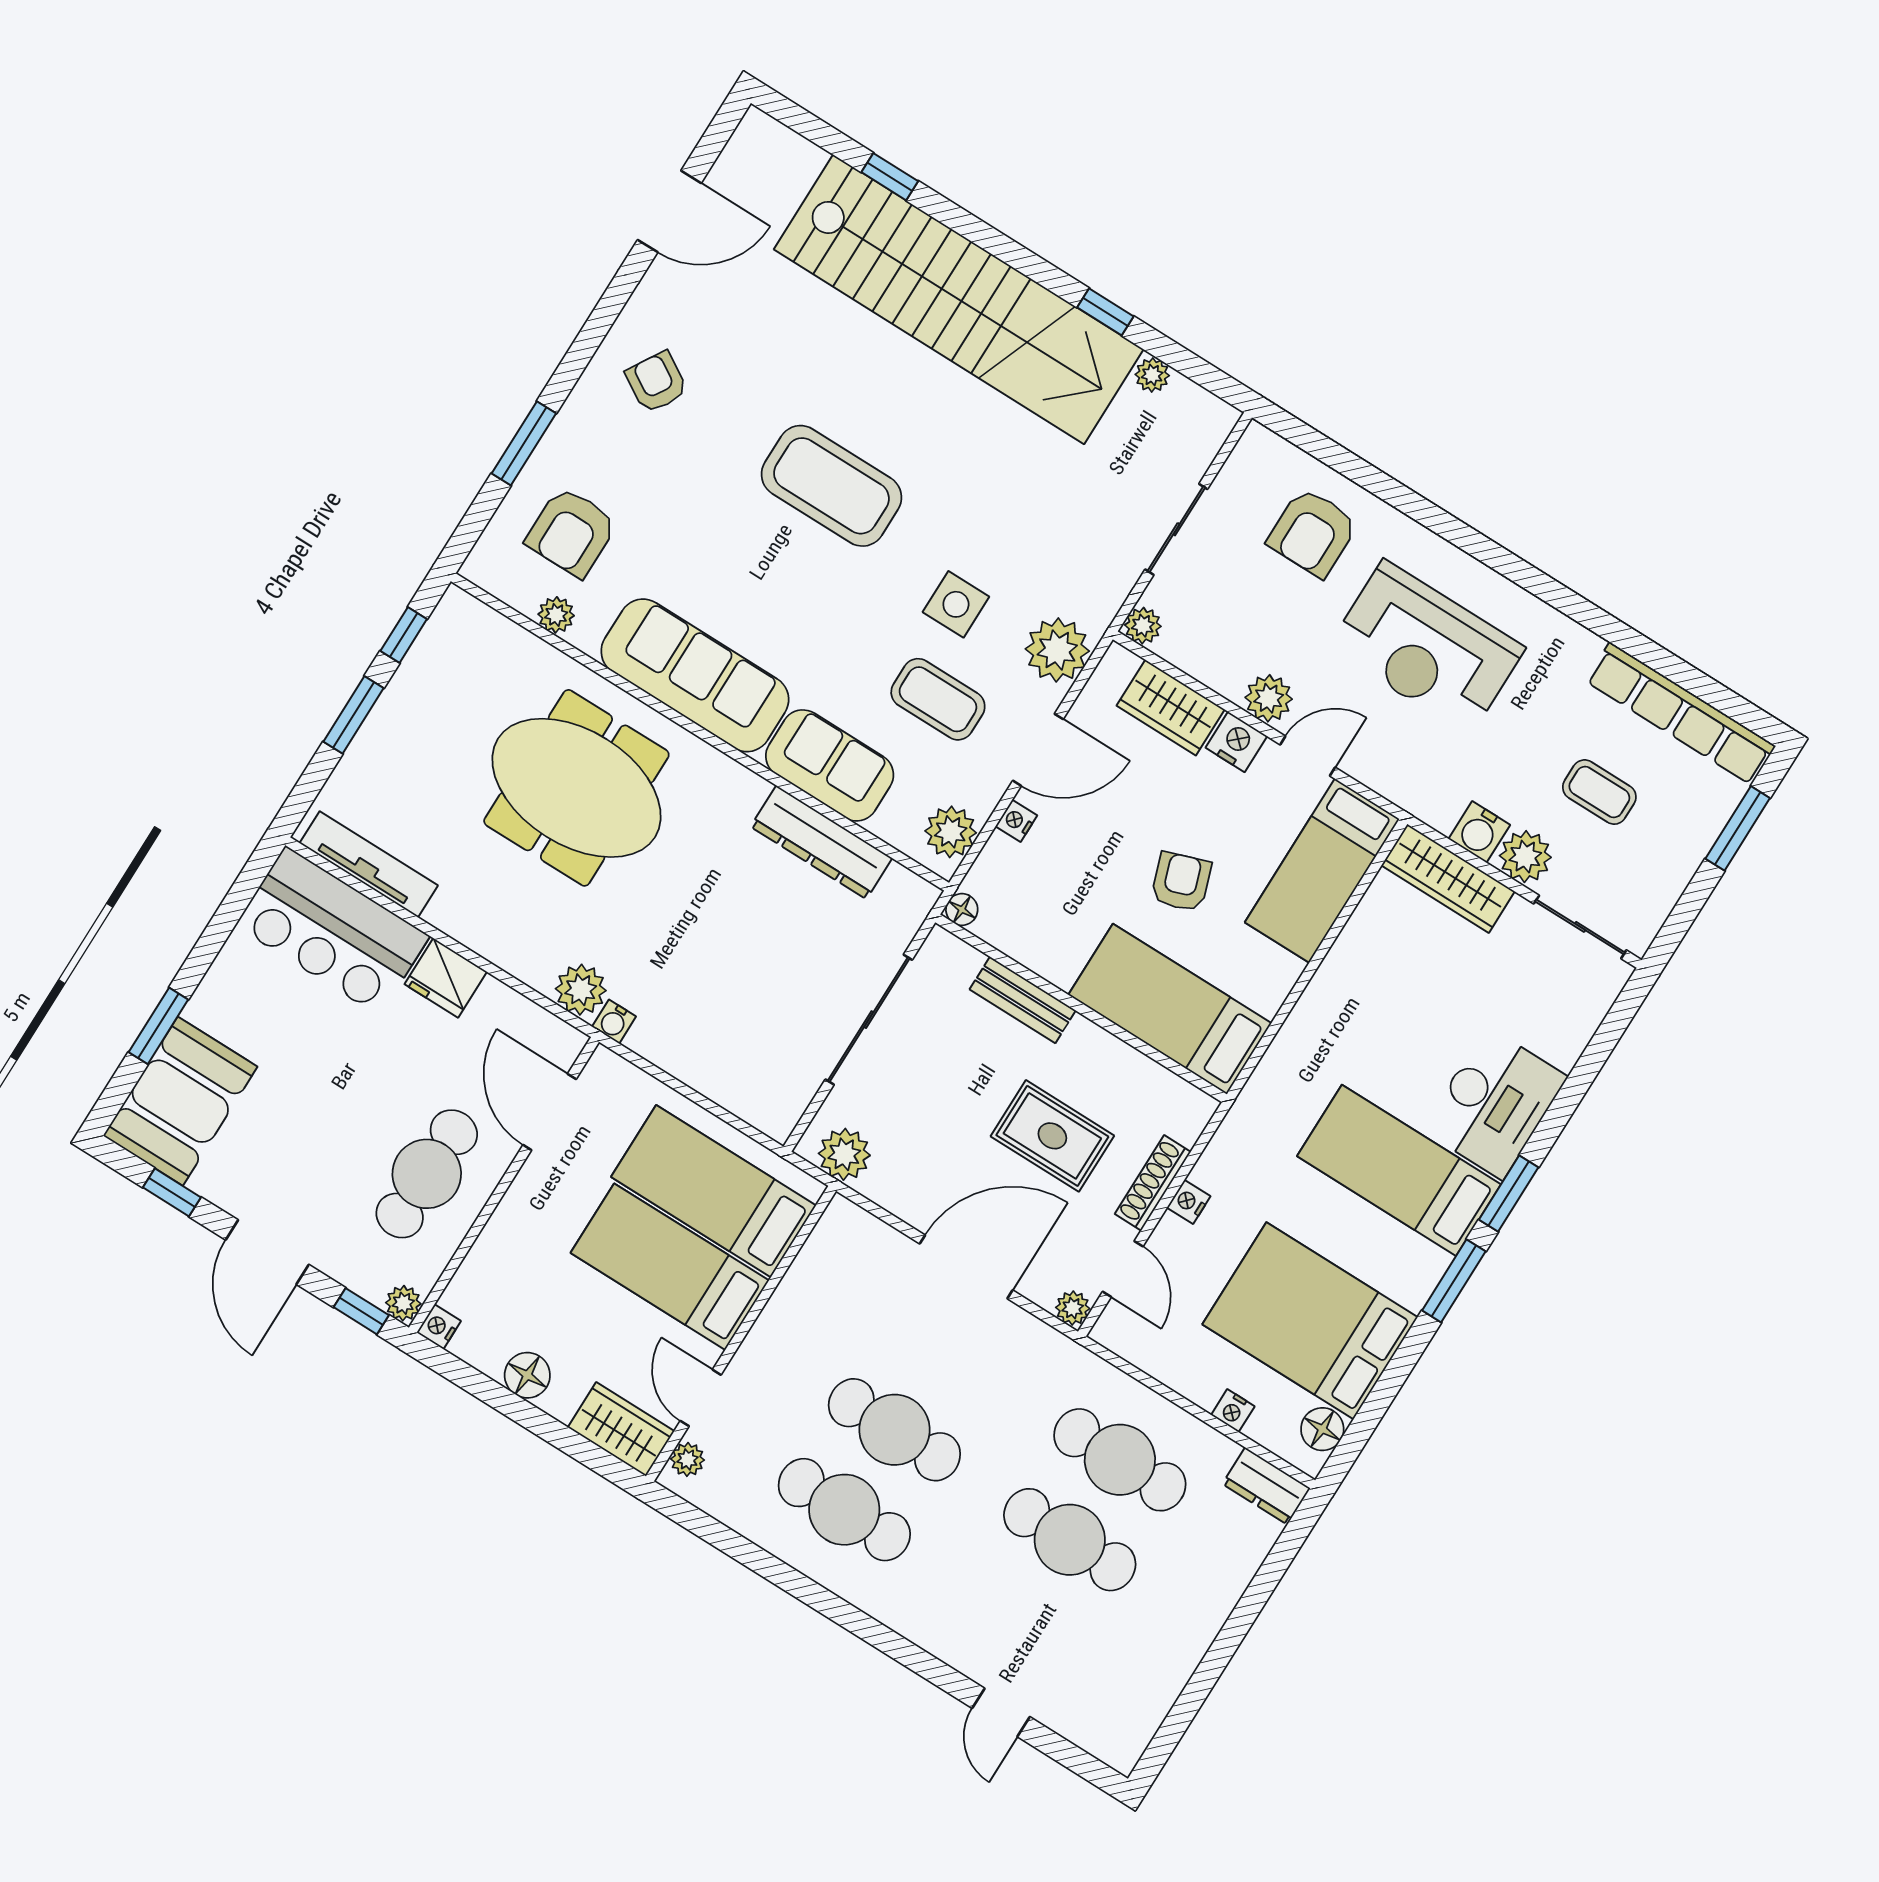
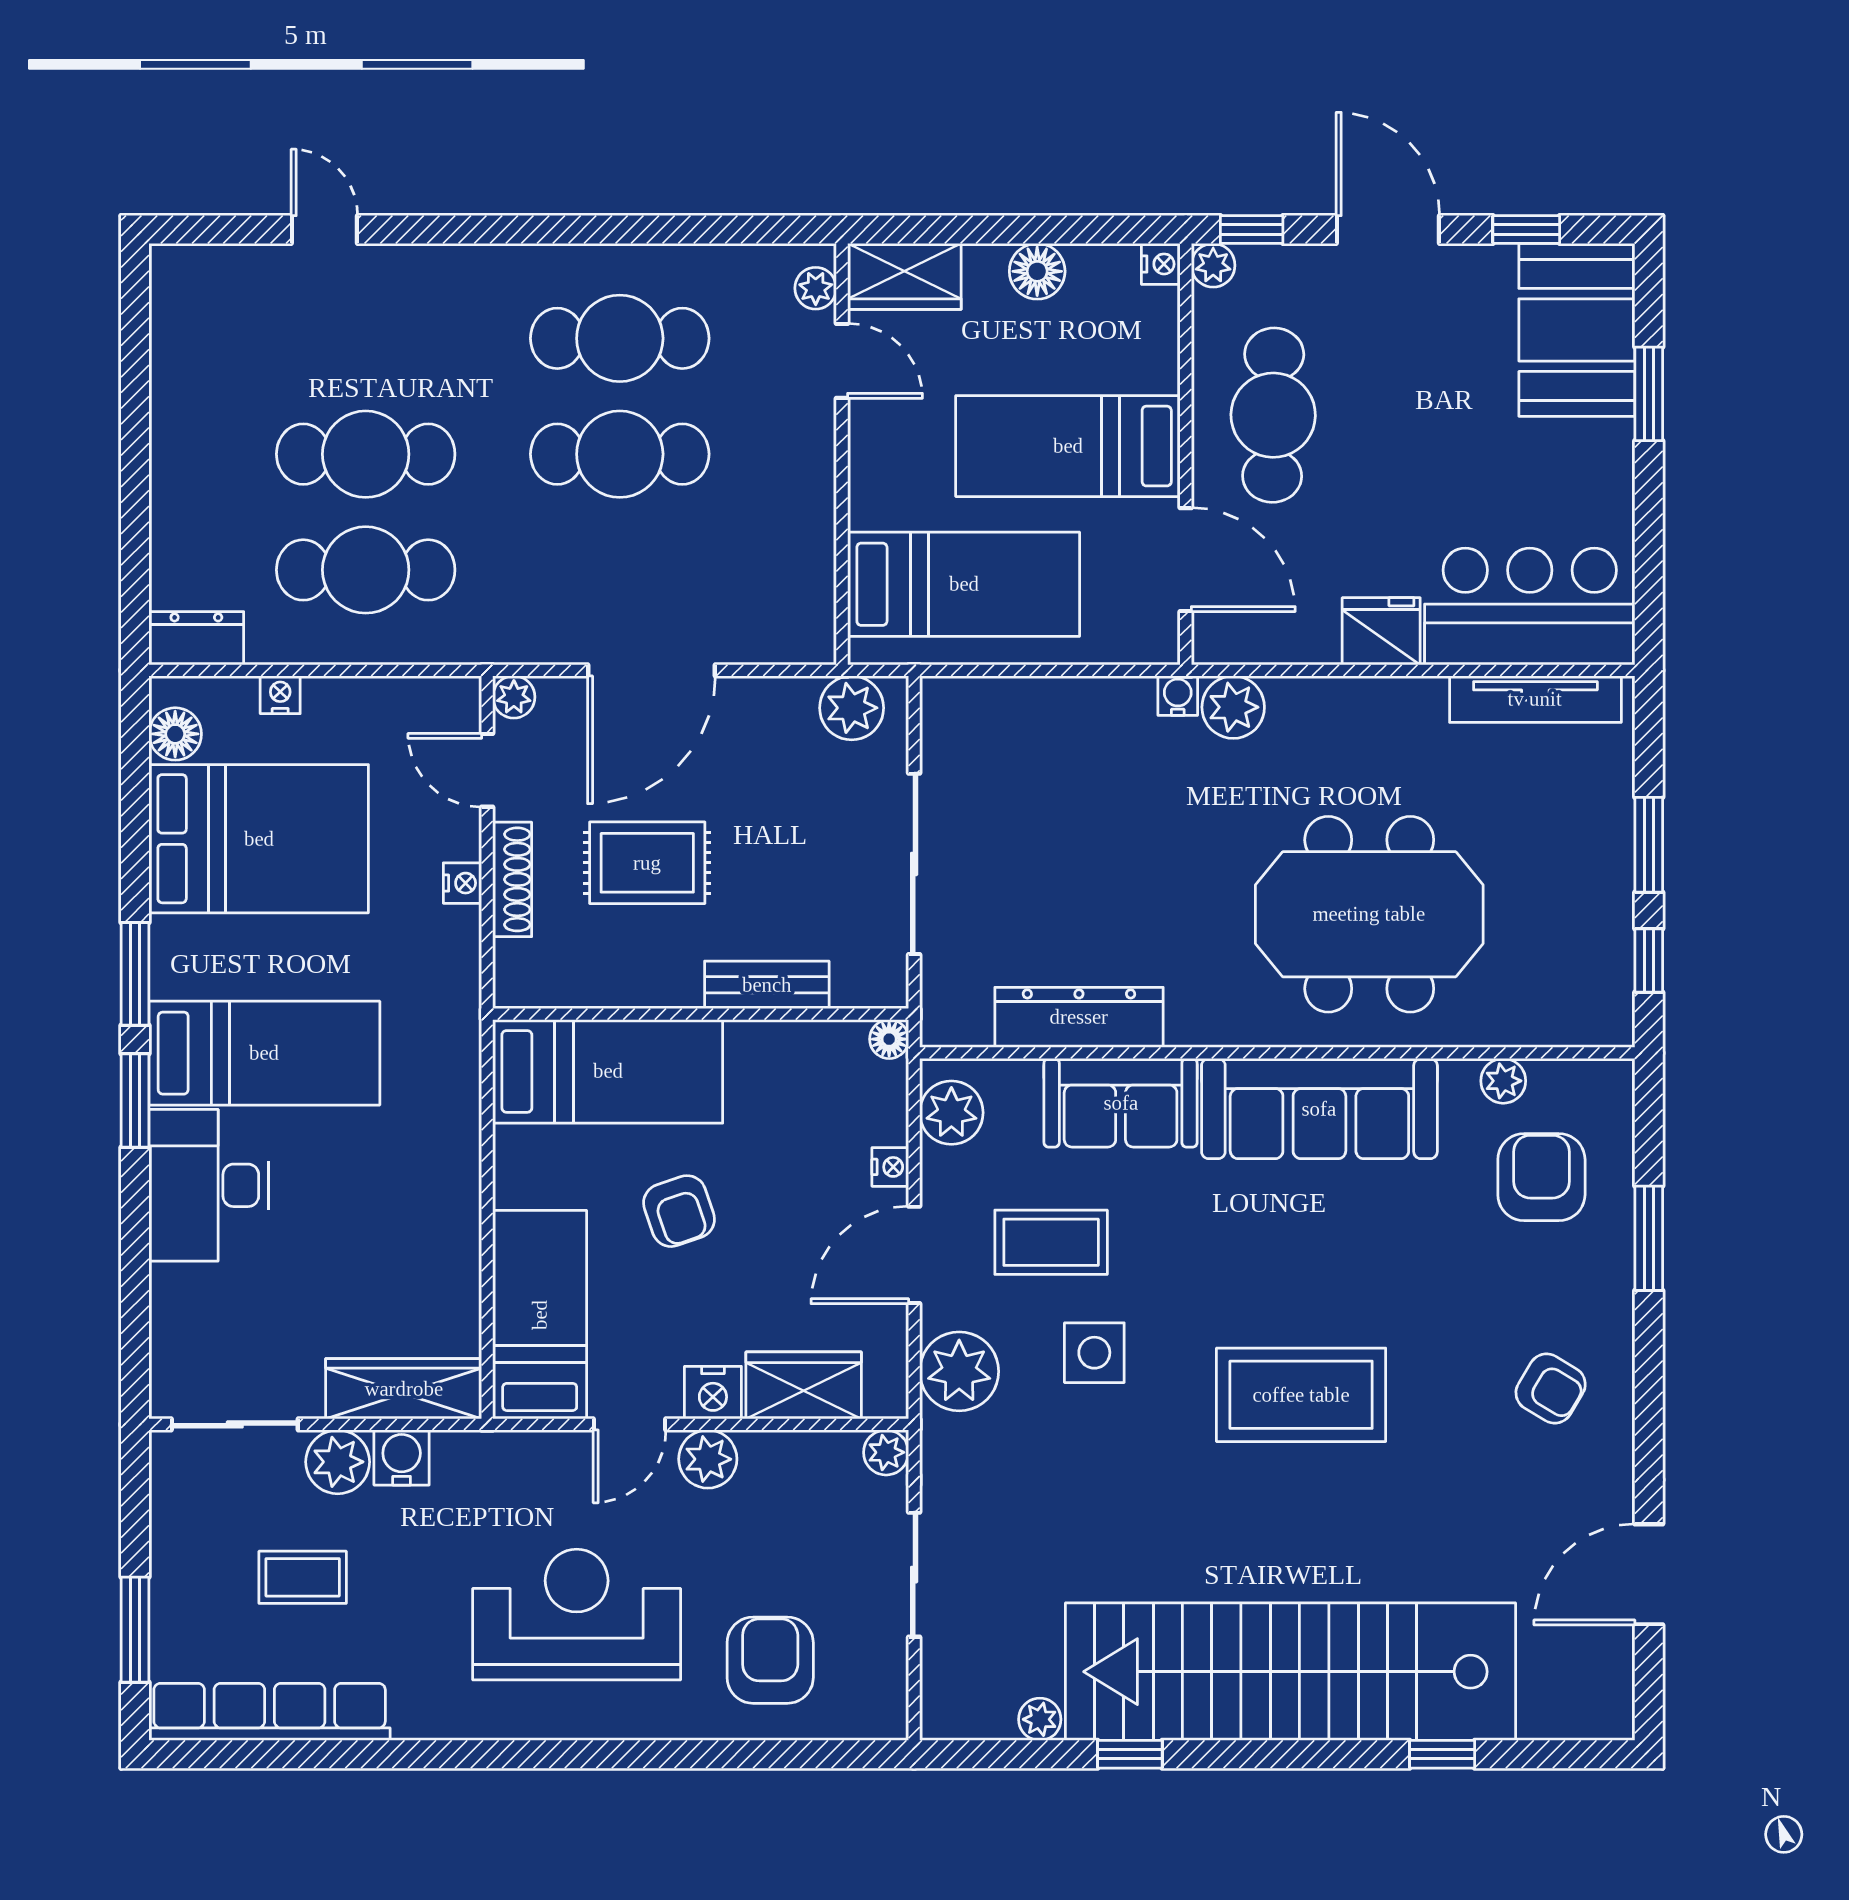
bed: (670, 1267) -> (1068, 446), moved, turned 180

